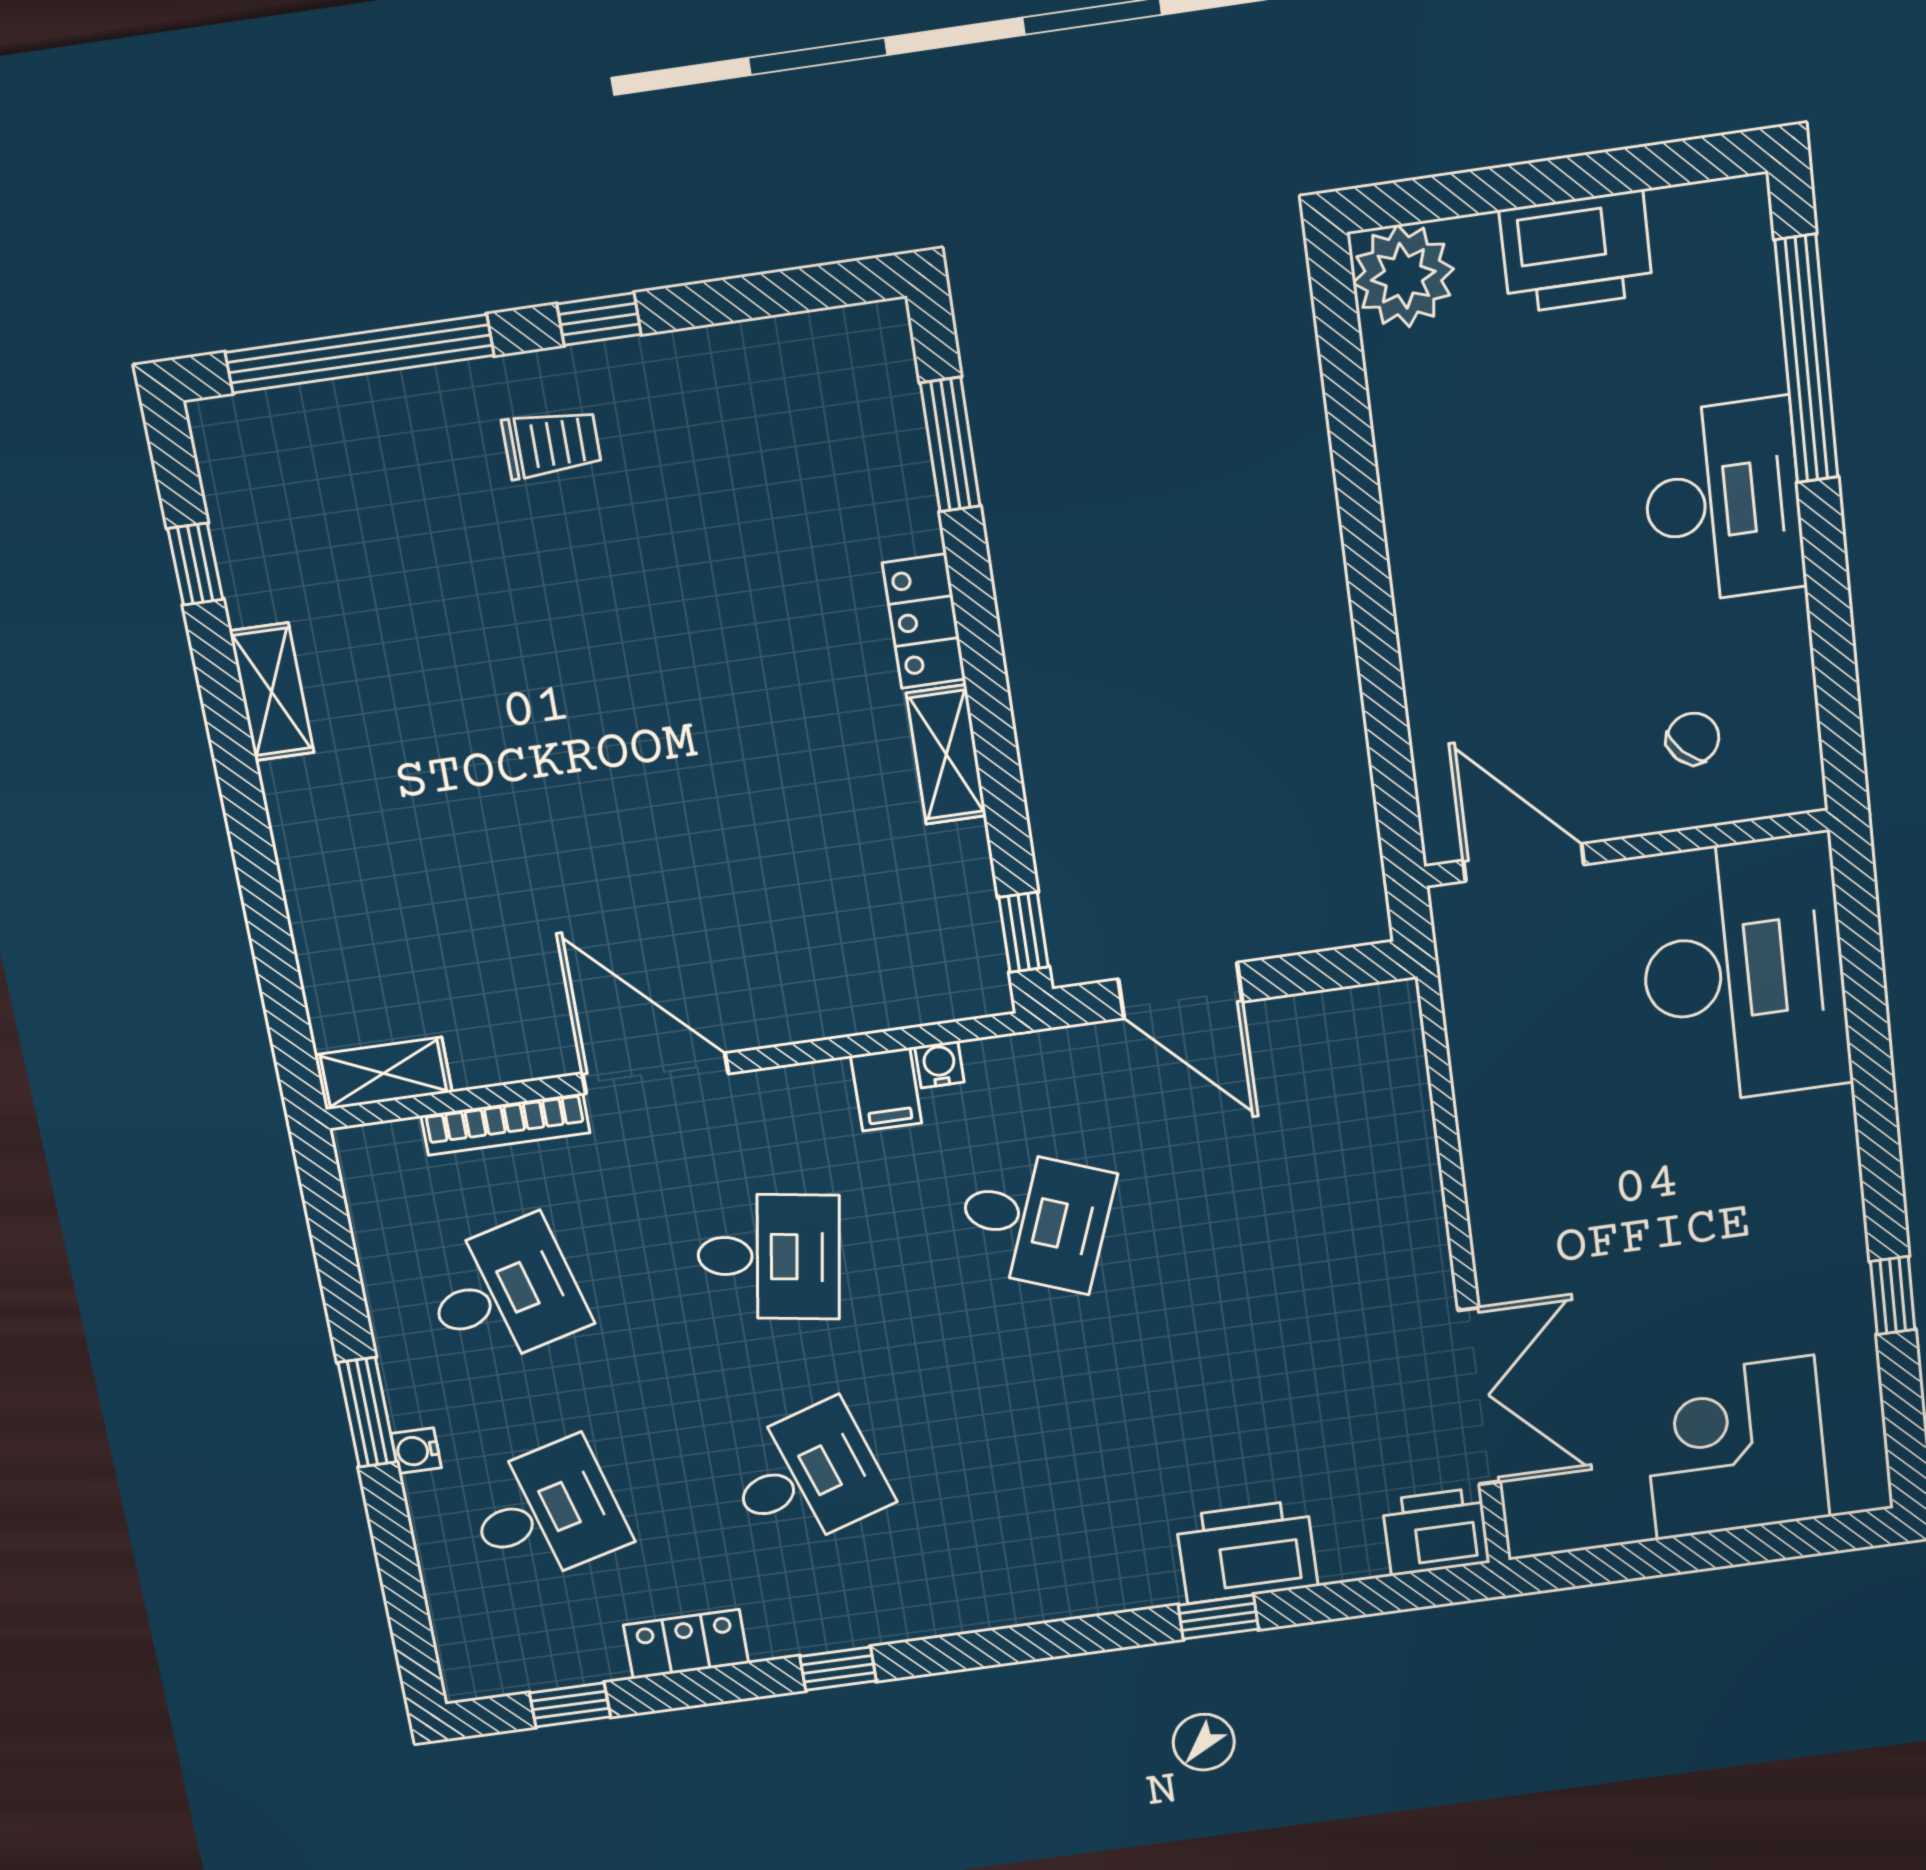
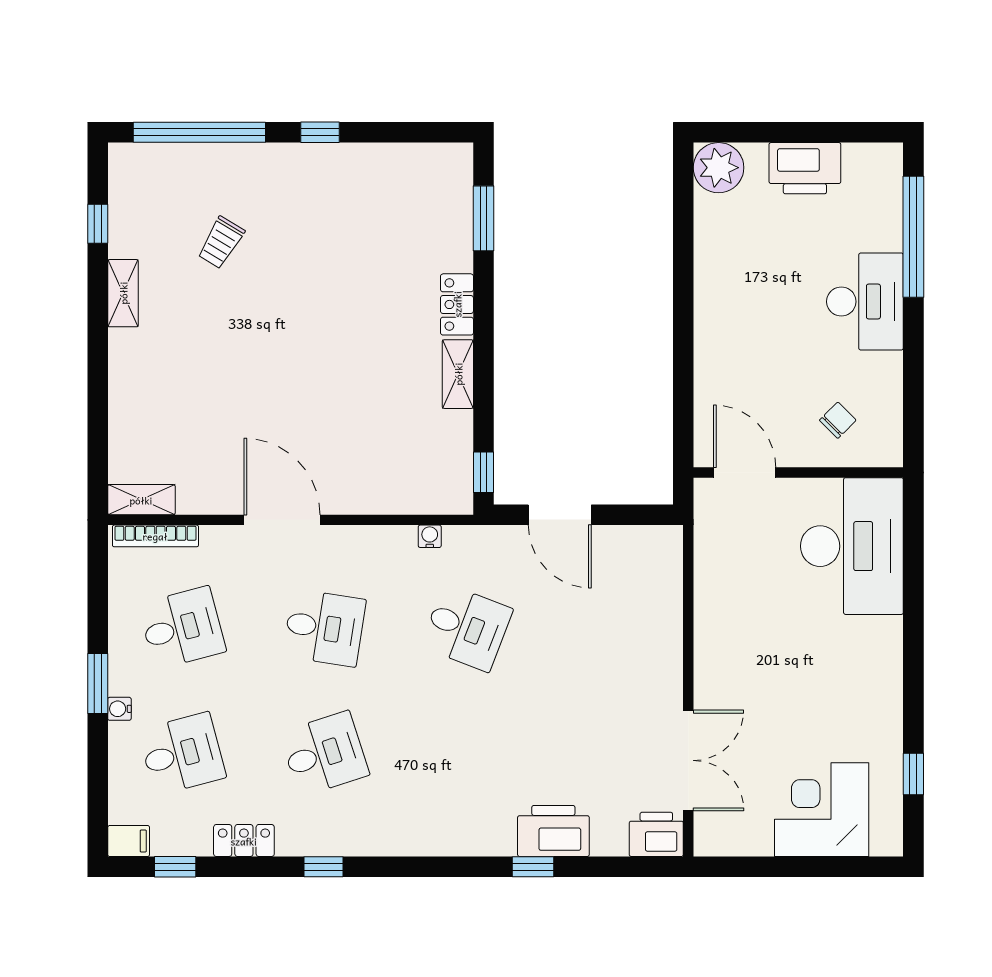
trolley: (552, 444) -> (221, 243), moved, turned 121
filing cabinet: (886, 1089) -> (129, 841), moved, turned -90
bookcase: (505, 1124) -> (155, 536), moved
window: (1893, 1295) -> (913, 774), moved

